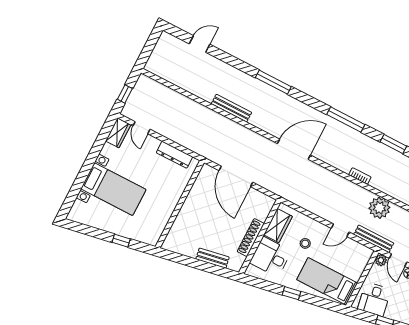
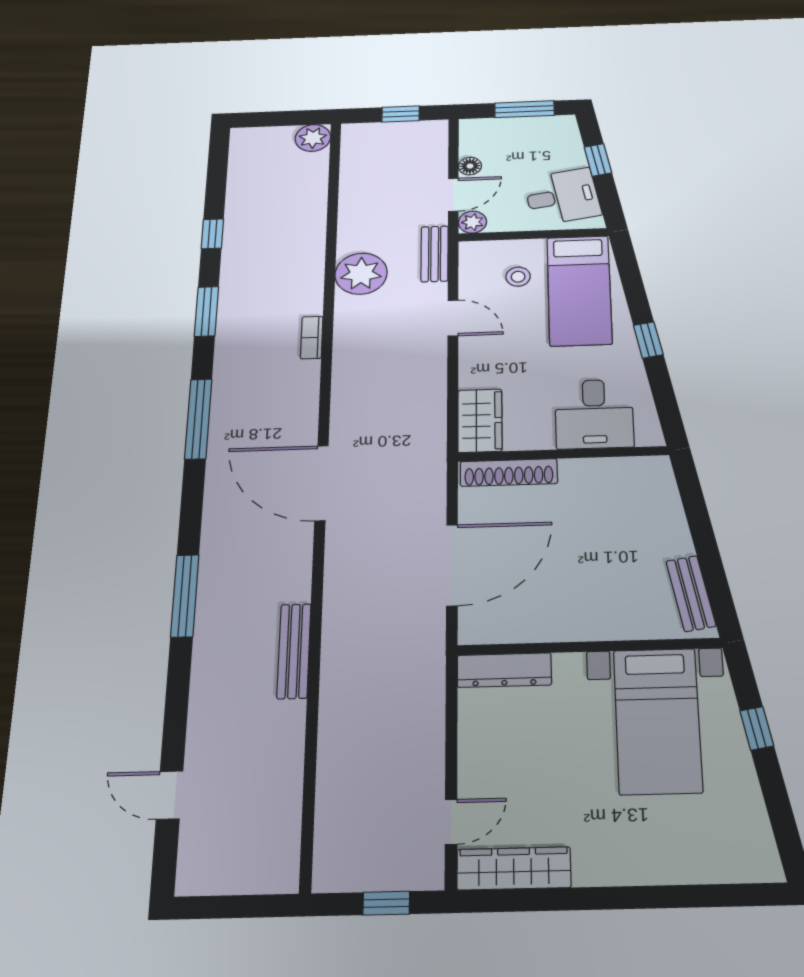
wardrobe: (118, 133) -> (514, 868), width x1.50
dresser: (174, 155) -> (504, 670), moved, turned 90
bed with nightstands: (113, 189) -> (658, 721), moved, turned 180
wardrobe: (278, 226) -> (480, 421), moved, turned 90
shoe rack: (251, 238) -> (509, 472), moved
bench: (374, 239) -> (435, 254), width x0.73
stool: (305, 243) -> (518, 277), moved
bench: (213, 258) -> (691, 593), moved

